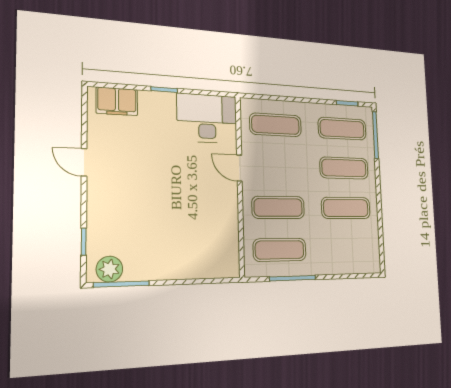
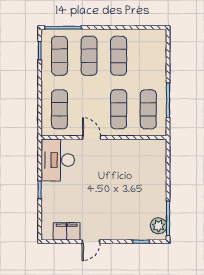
filing cabinet: (117, 101) -> (67, 231), moved, turned -90
door: (239, 168) -> (92, 137), swing flipped

